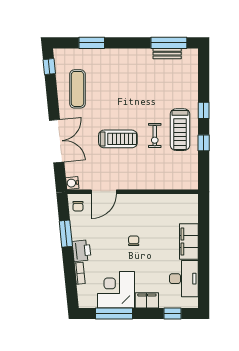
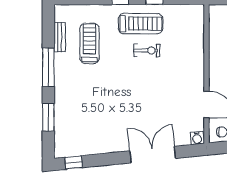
window: (169, 43) -> (48, 67), moved
exercise mat: (77, 89) -> (97, 132), removed
treadmill: (118, 139) -> (89, 43), moved

